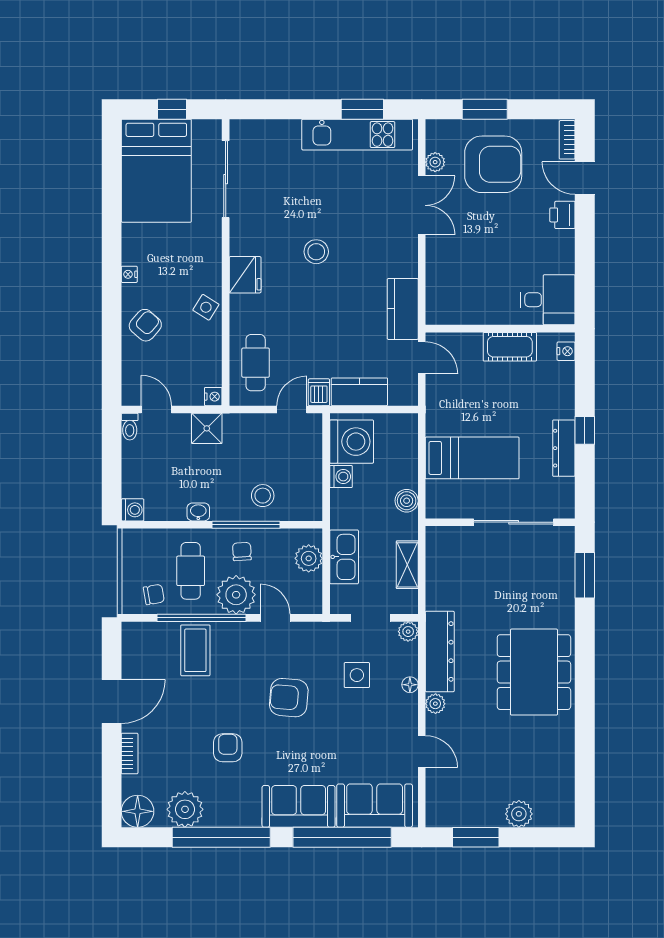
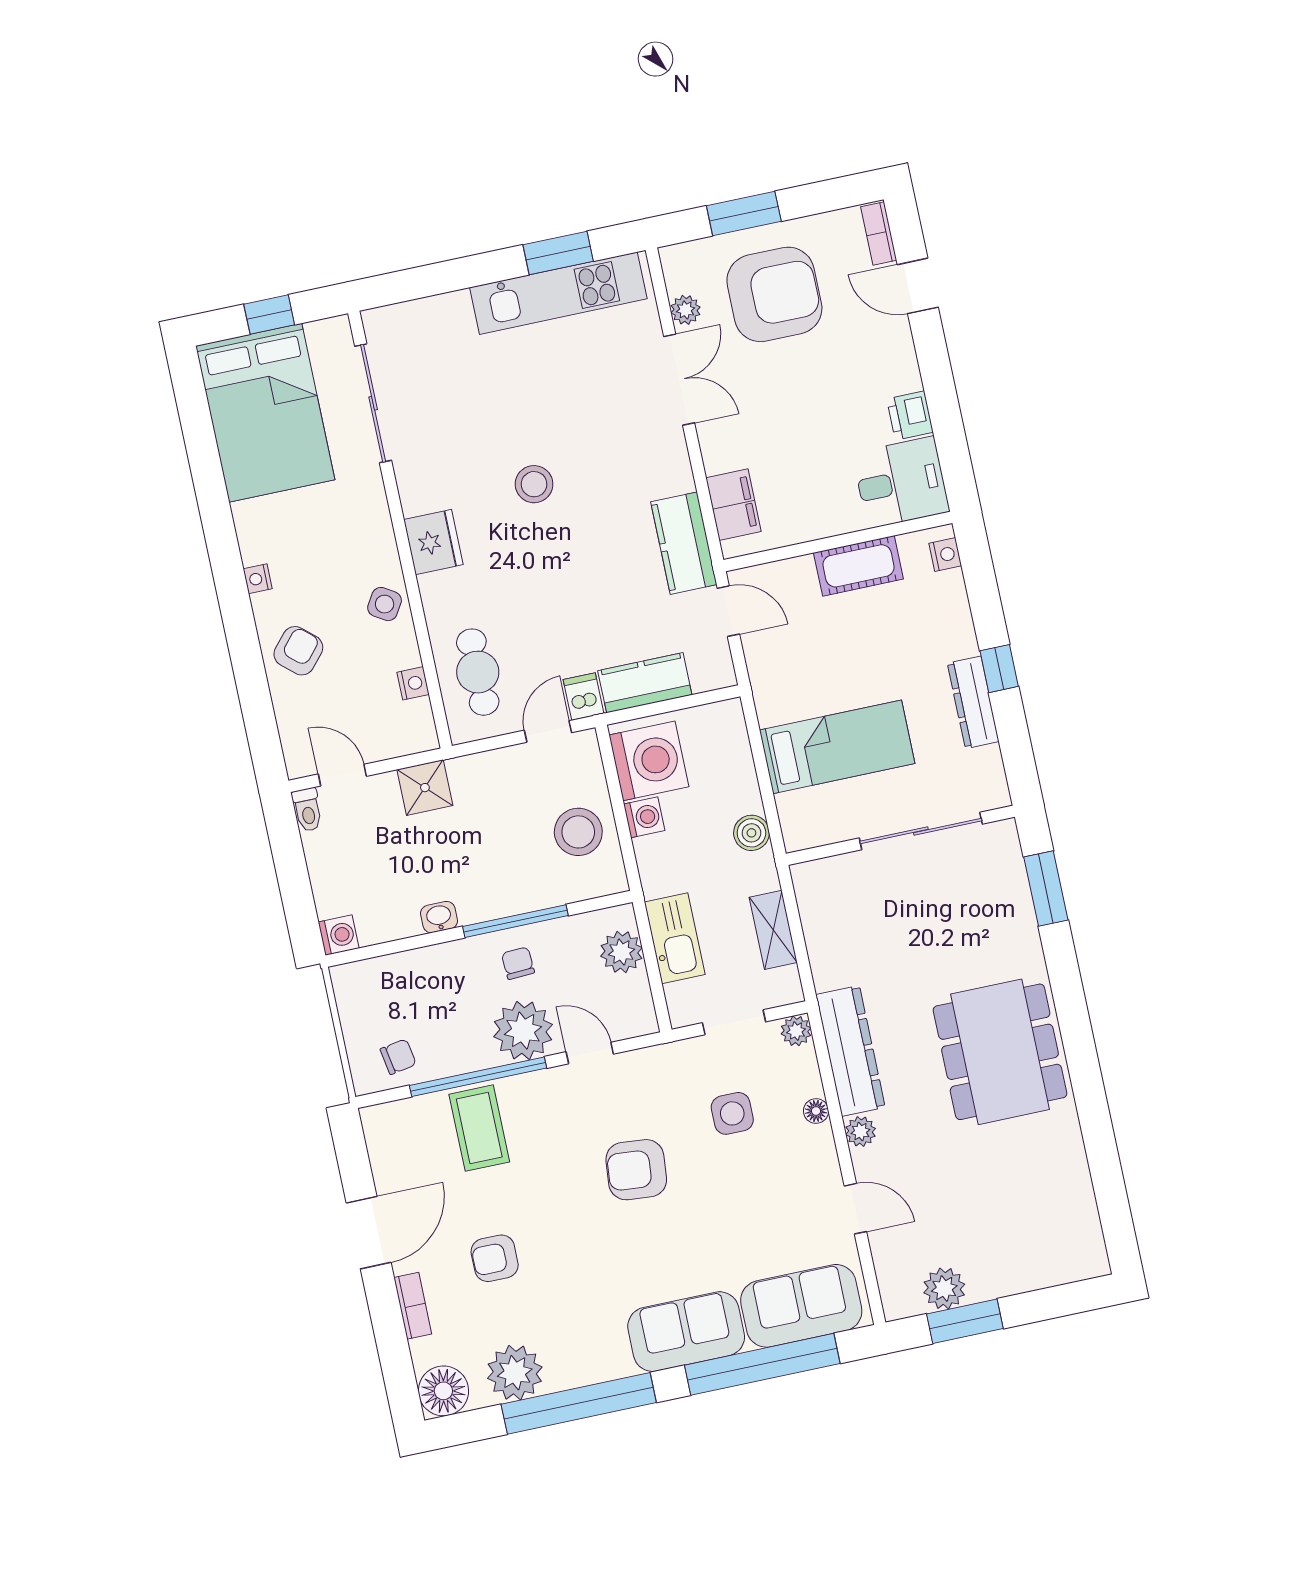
printer: (562, 215) -> (910, 416), moved
filing cabinet: (439, 291) -> (734, 505), added
nightstand: (213, 397) -> (413, 683), moved
stool: (263, 496) -> (578, 832), moved, width x1.38, depth x1.38
cafe table: (191, 571) -> (446, 1009), removed
armchair: (228, 748) -> (495, 1258), moved, turned -90
plant: (519, 814) -> (944, 1289), moved

